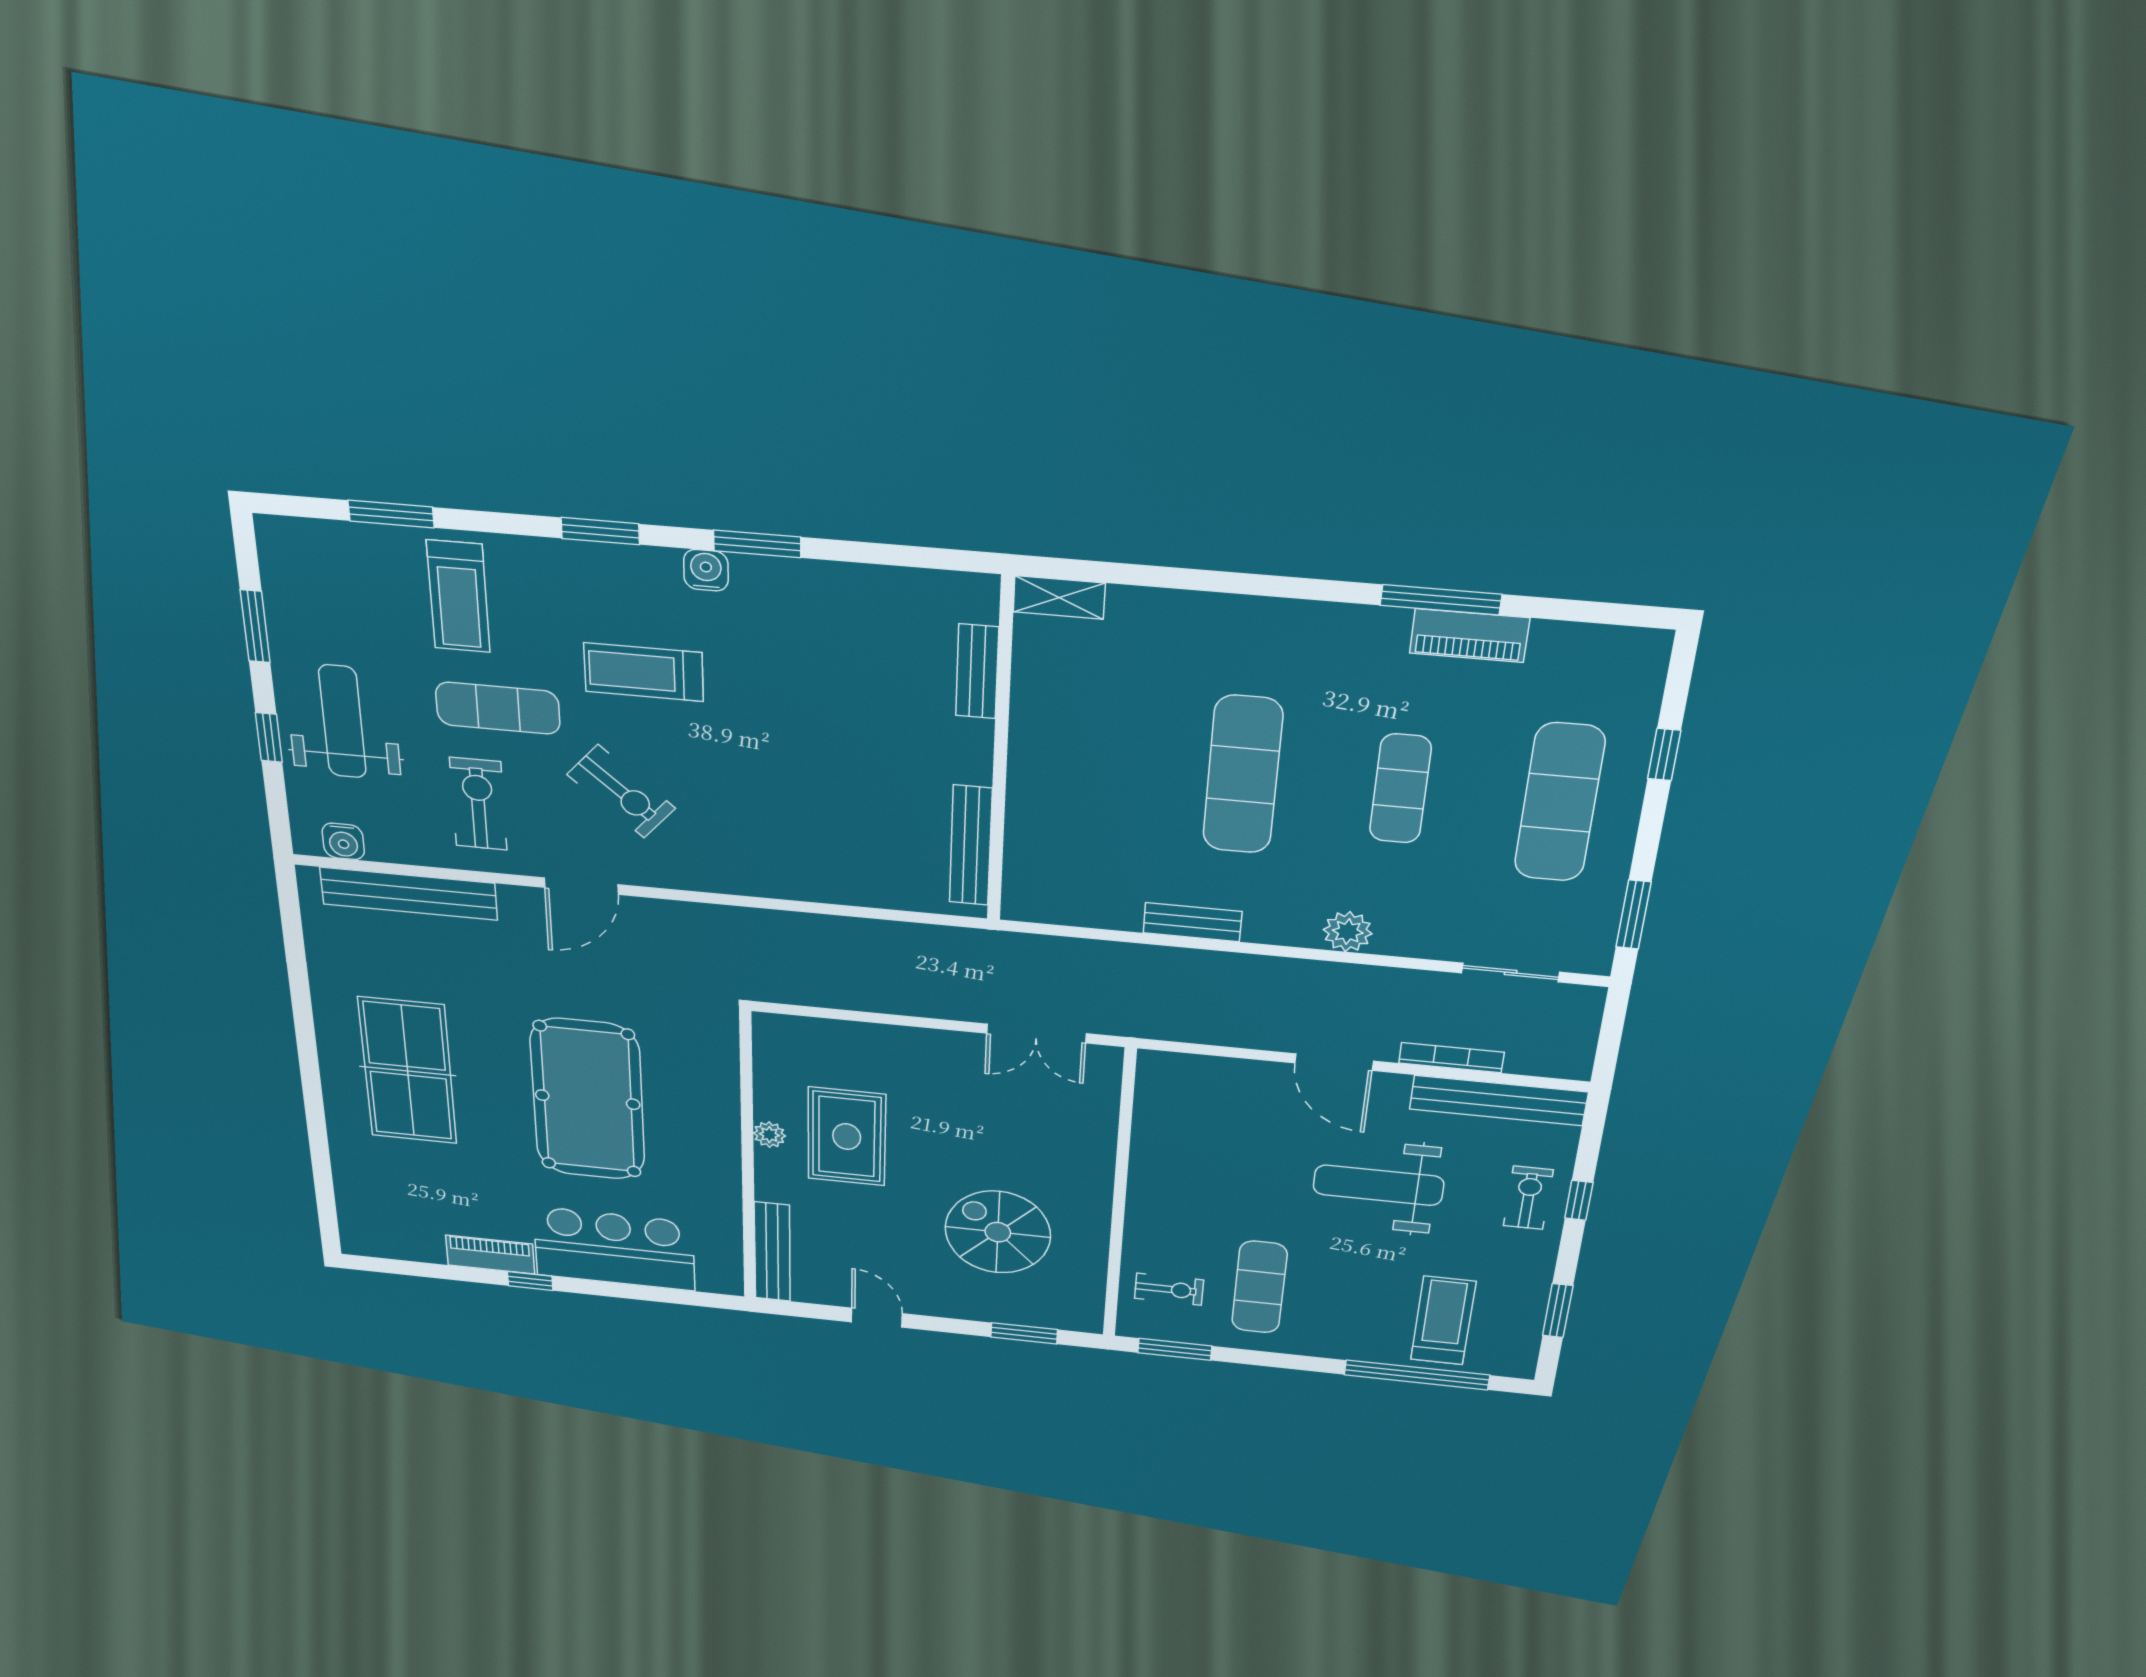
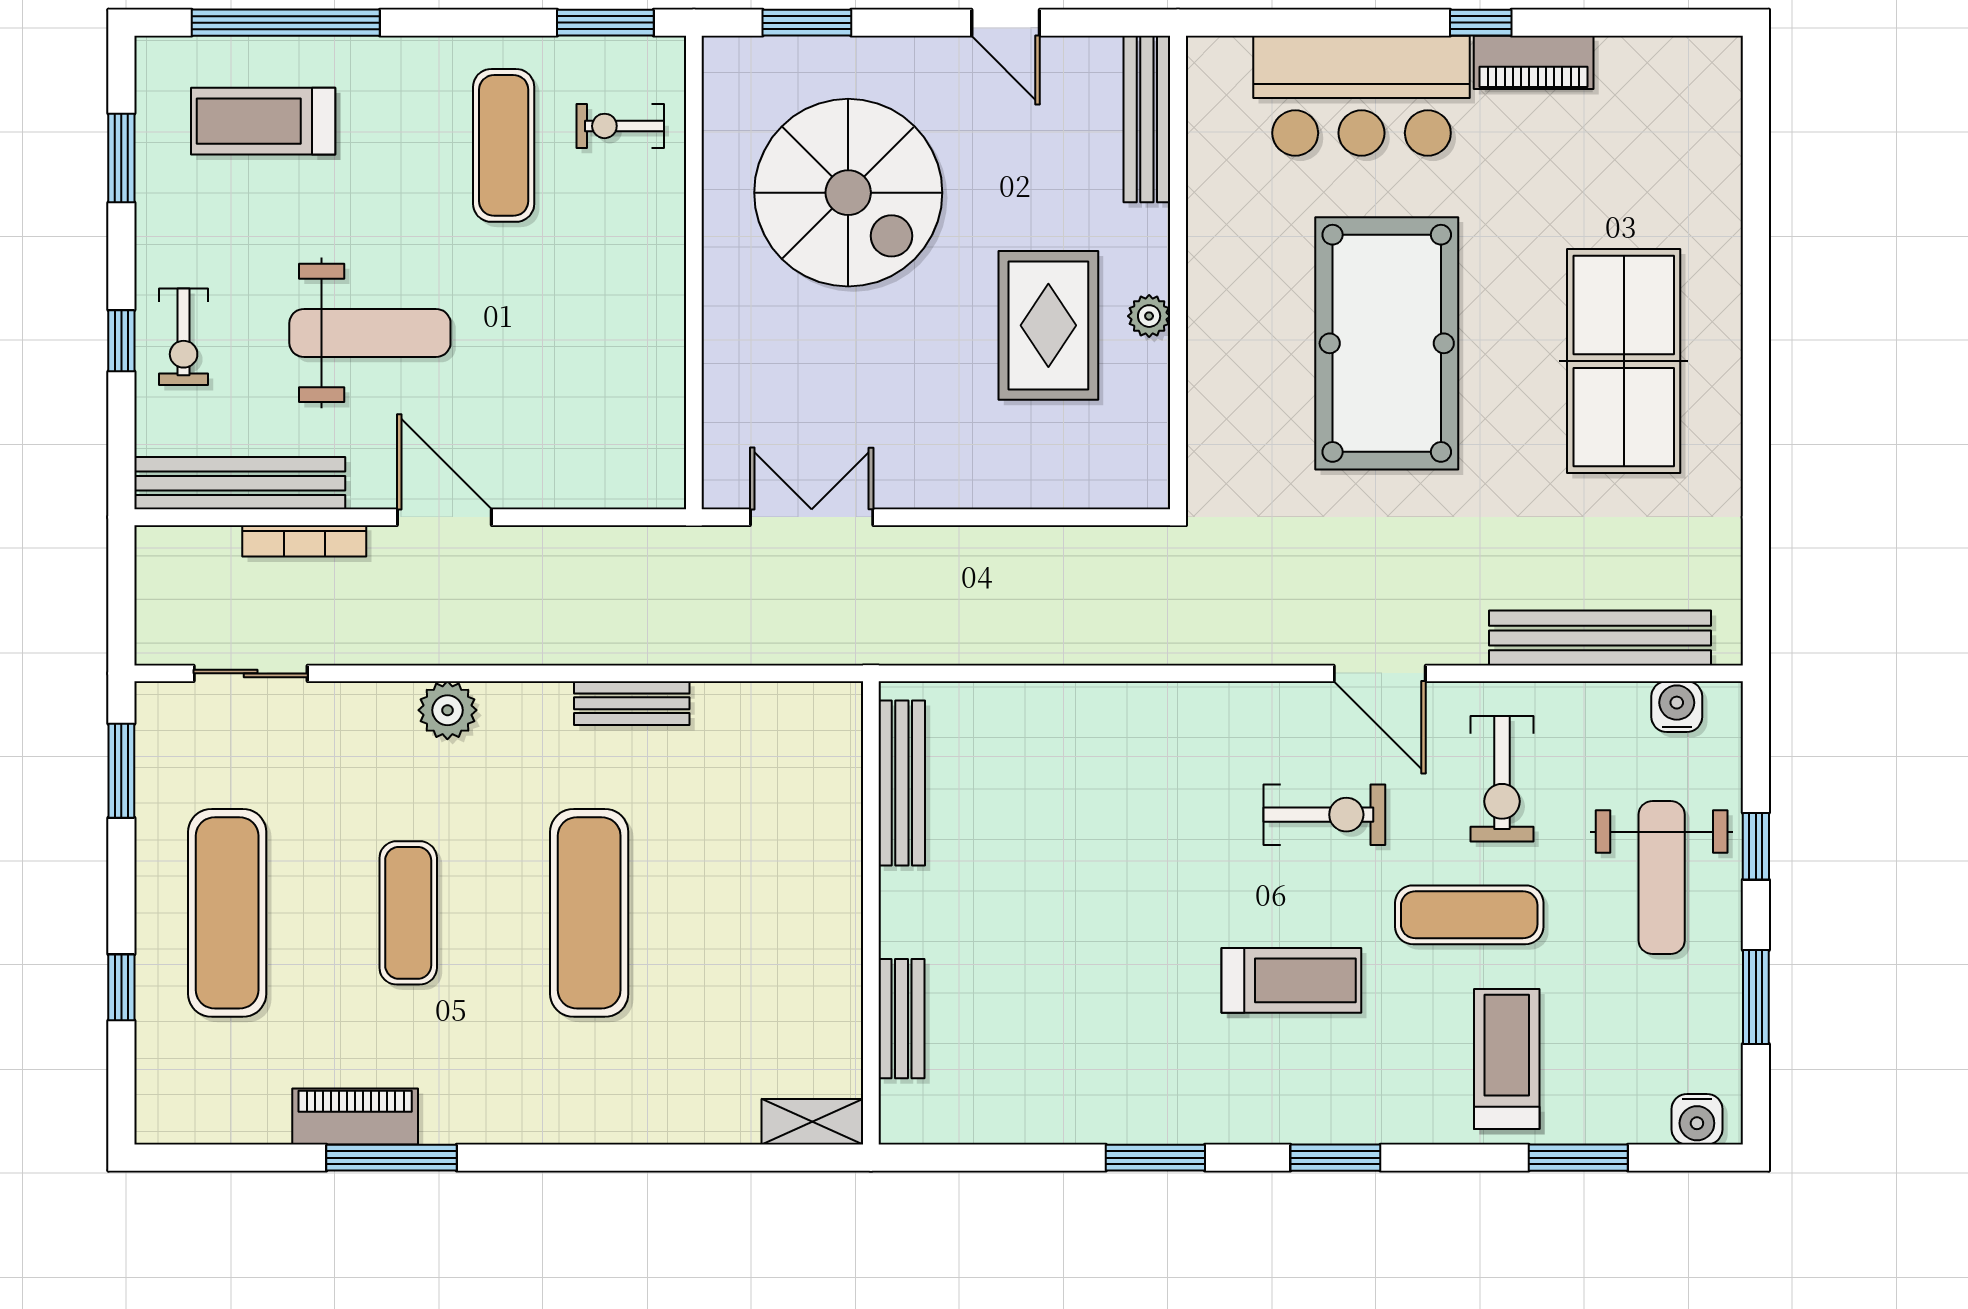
water cooler: (706, 570) -> (1697, 1119), moved
exercise bike: (621, 791) -> (1324, 815), turned 139
door: (581, 886) -> (1380, 673), swing flipped
spiral stairs: (998, 1232) -> (848, 193), width x1.37, depth x1.37
treadmill: (1443, 1321) -> (263, 121), turned 90

